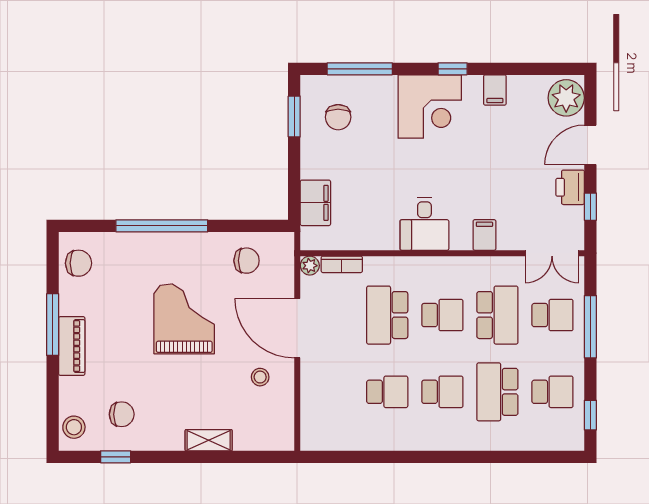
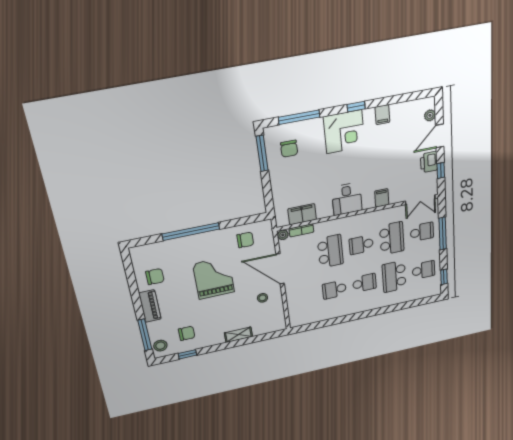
plant: (566, 98) -> (430, 115), width x0.53, depth x0.53
window: (294, 117) -> (262, 153), width x1.44
filing cabinet: (315, 203) -> (302, 214), moved, turned -90
chair: (79, 263) -> (155, 277), moved
school desk: (387, 315) -> (330, 251), turned 180
school desk: (442, 315) -> (361, 245), turned 180
window: (53, 325) -> (145, 335), moved
school desk: (387, 392) -> (334, 290), turned 180

